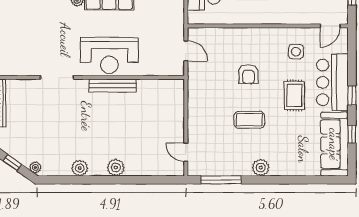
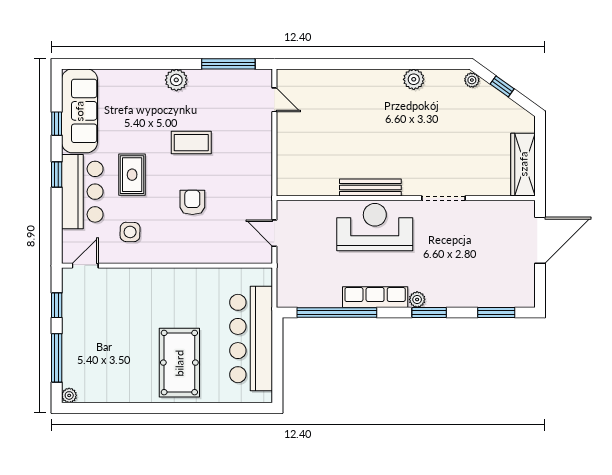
plant: (116, 168) -> (366, 80), removed

